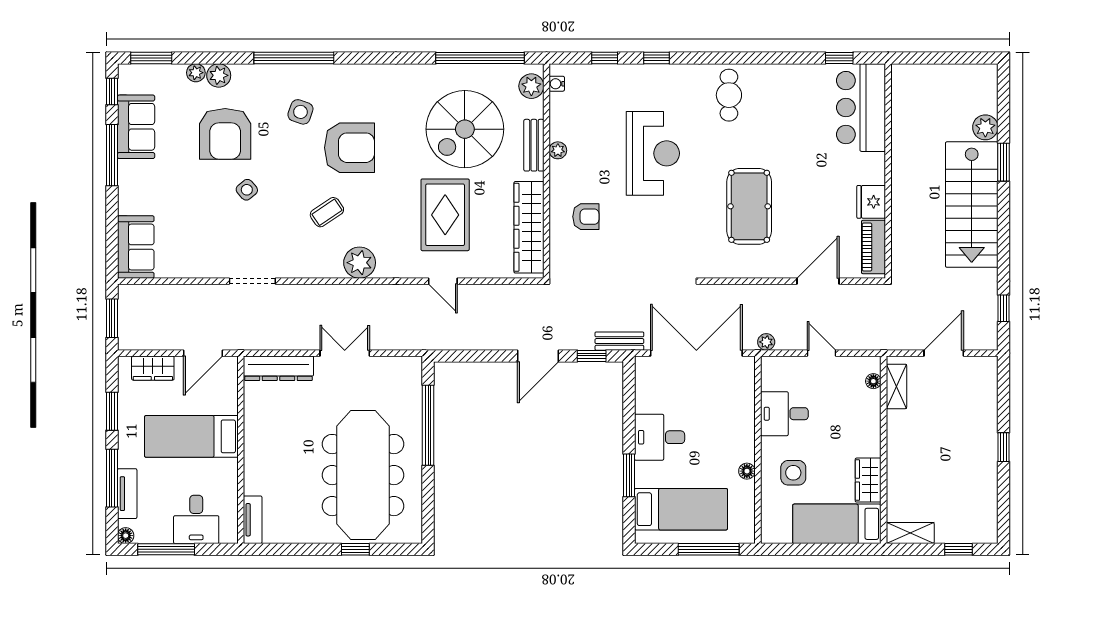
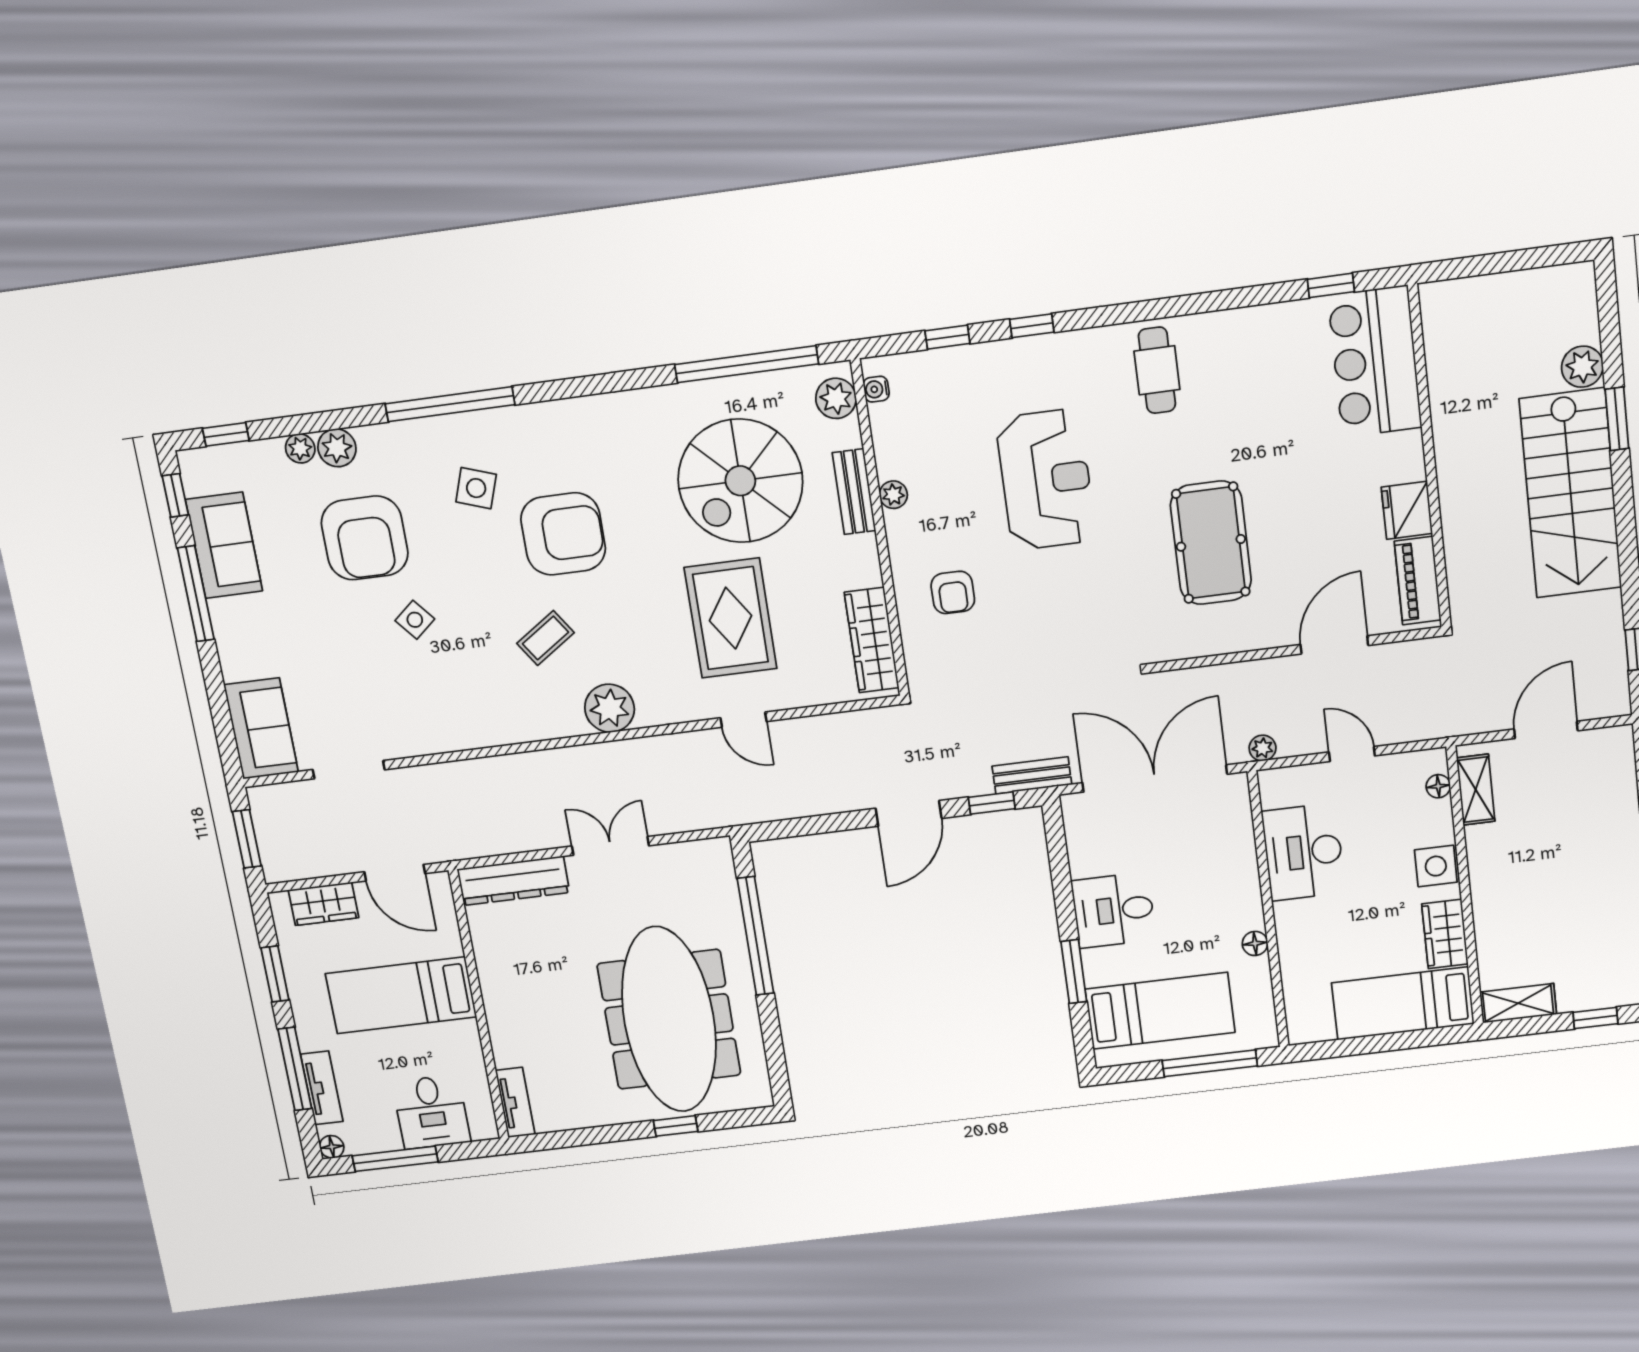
window: (151, 58) -> (226, 434), width x0.67
armchair: (586, 217) -> (953, 592), turned 90
wardrobe: (529, 227) -> (872, 640), width x0.71, depth x0.85
doorway: (252, 281) -> (349, 770), moved
door: (203, 353) -> (395, 873), hinge flipped
desk: (784, 414) -> (1303, 852), width x1.37
side table: (793, 473) -> (1436, 866), moved

